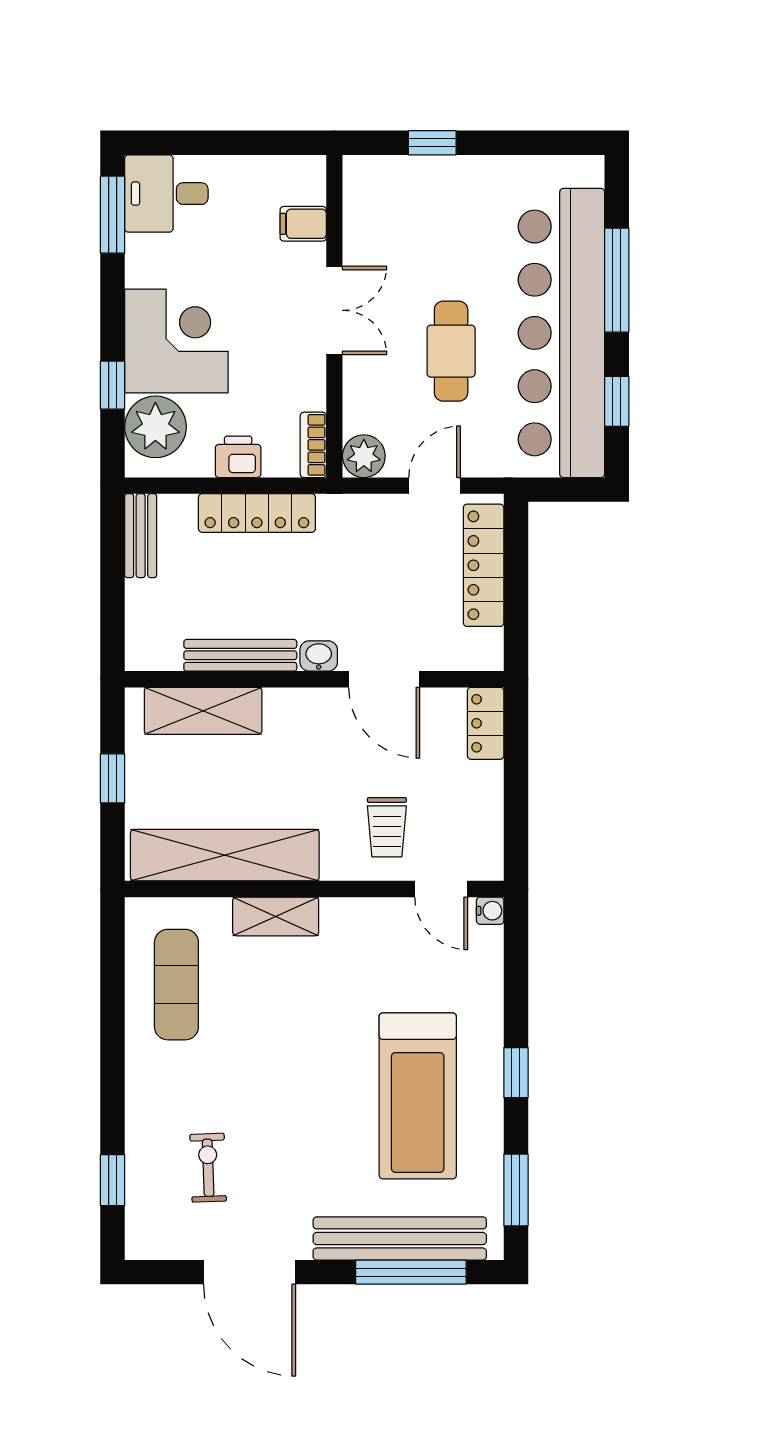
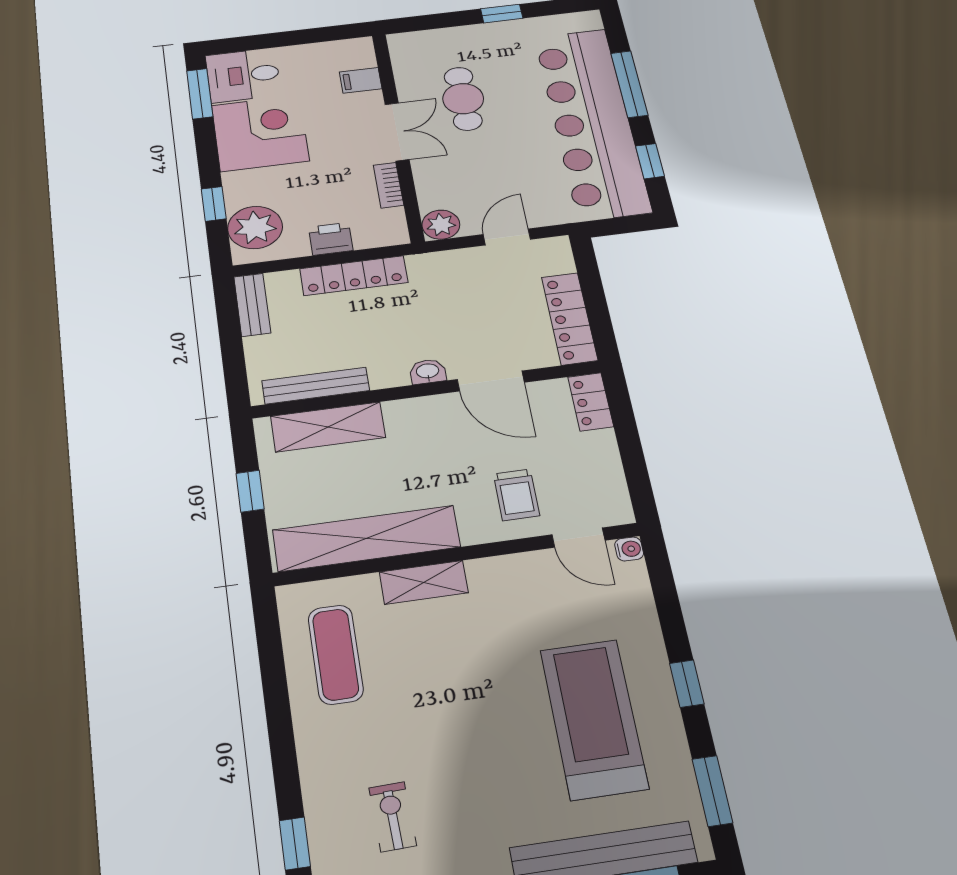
window: (432, 143) -> (502, 14), moved
corner desk: (176, 341) -> (260, 133), moved
cafe table: (451, 351) -> (463, 99), moved
bookcase: (313, 445) -> (388, 185), moved
locker: (484, 565) -> (570, 319), moved
bench: (240, 655) -> (316, 386), moved
treadmill: (418, 1096) -> (594, 719), turned 180

